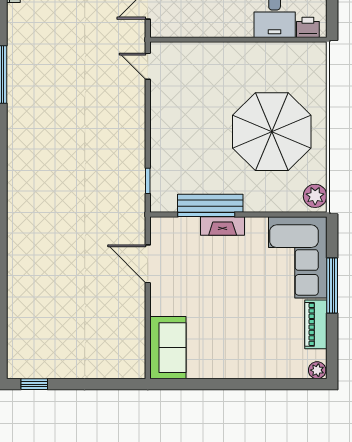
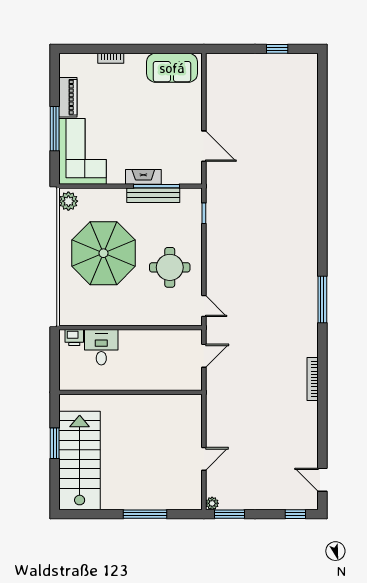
round table: (190, 114) -> (170, 267), added
sofa: (168, 348) -> (172, 68), moved, turned -90
plant: (317, 370) -> (67, 60), removed
bookcase: (263, 372) -> (111, 58), added
window: (34, 384) -> (277, 49), moved

